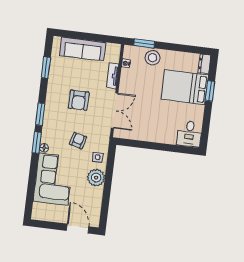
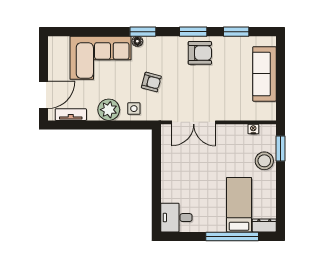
tv unit: (113, 76) -> (71, 115), moved
bed: (185, 87) -> (239, 205), width x0.67
window: (210, 91) -> (232, 236), width x2.11
armchair: (79, 100) -> (200, 53), moved, turned 180
window: (40, 114) -> (193, 32), moved

